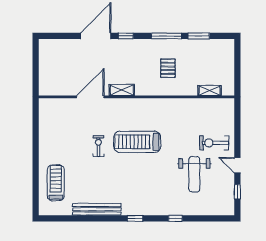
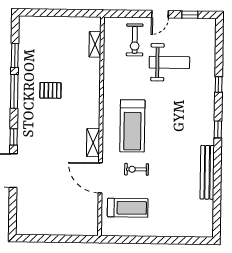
shelving: (122, 90) -> (93, 143), moved
shelving: (210, 91) -> (95, 44), moved
door: (90, 97) -> (100, 178), moved
wall: (136, 97) -> (101, 126), moved
treadmill: (56, 183) -> (128, 208), moved, turned 180

